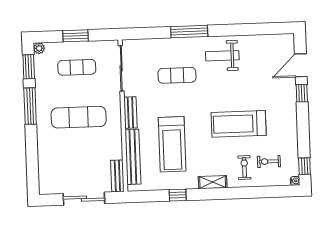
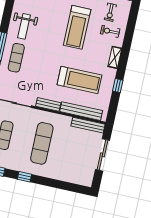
exercise mat: (177, 75) -> (16, 58), moved
window: (30, 106) -> (24, 177), width x0.46
bench: (117, 176) -> (88, 125), width x1.36

